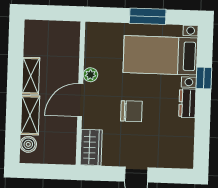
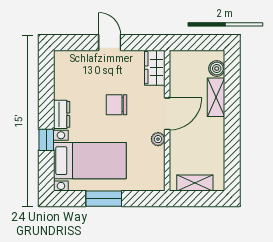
shelving: (31, 76) -> (195, 183), moved, turned 90

